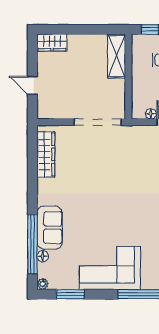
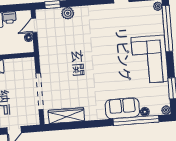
doorway: (98, 122) -> (39, 91), moved

